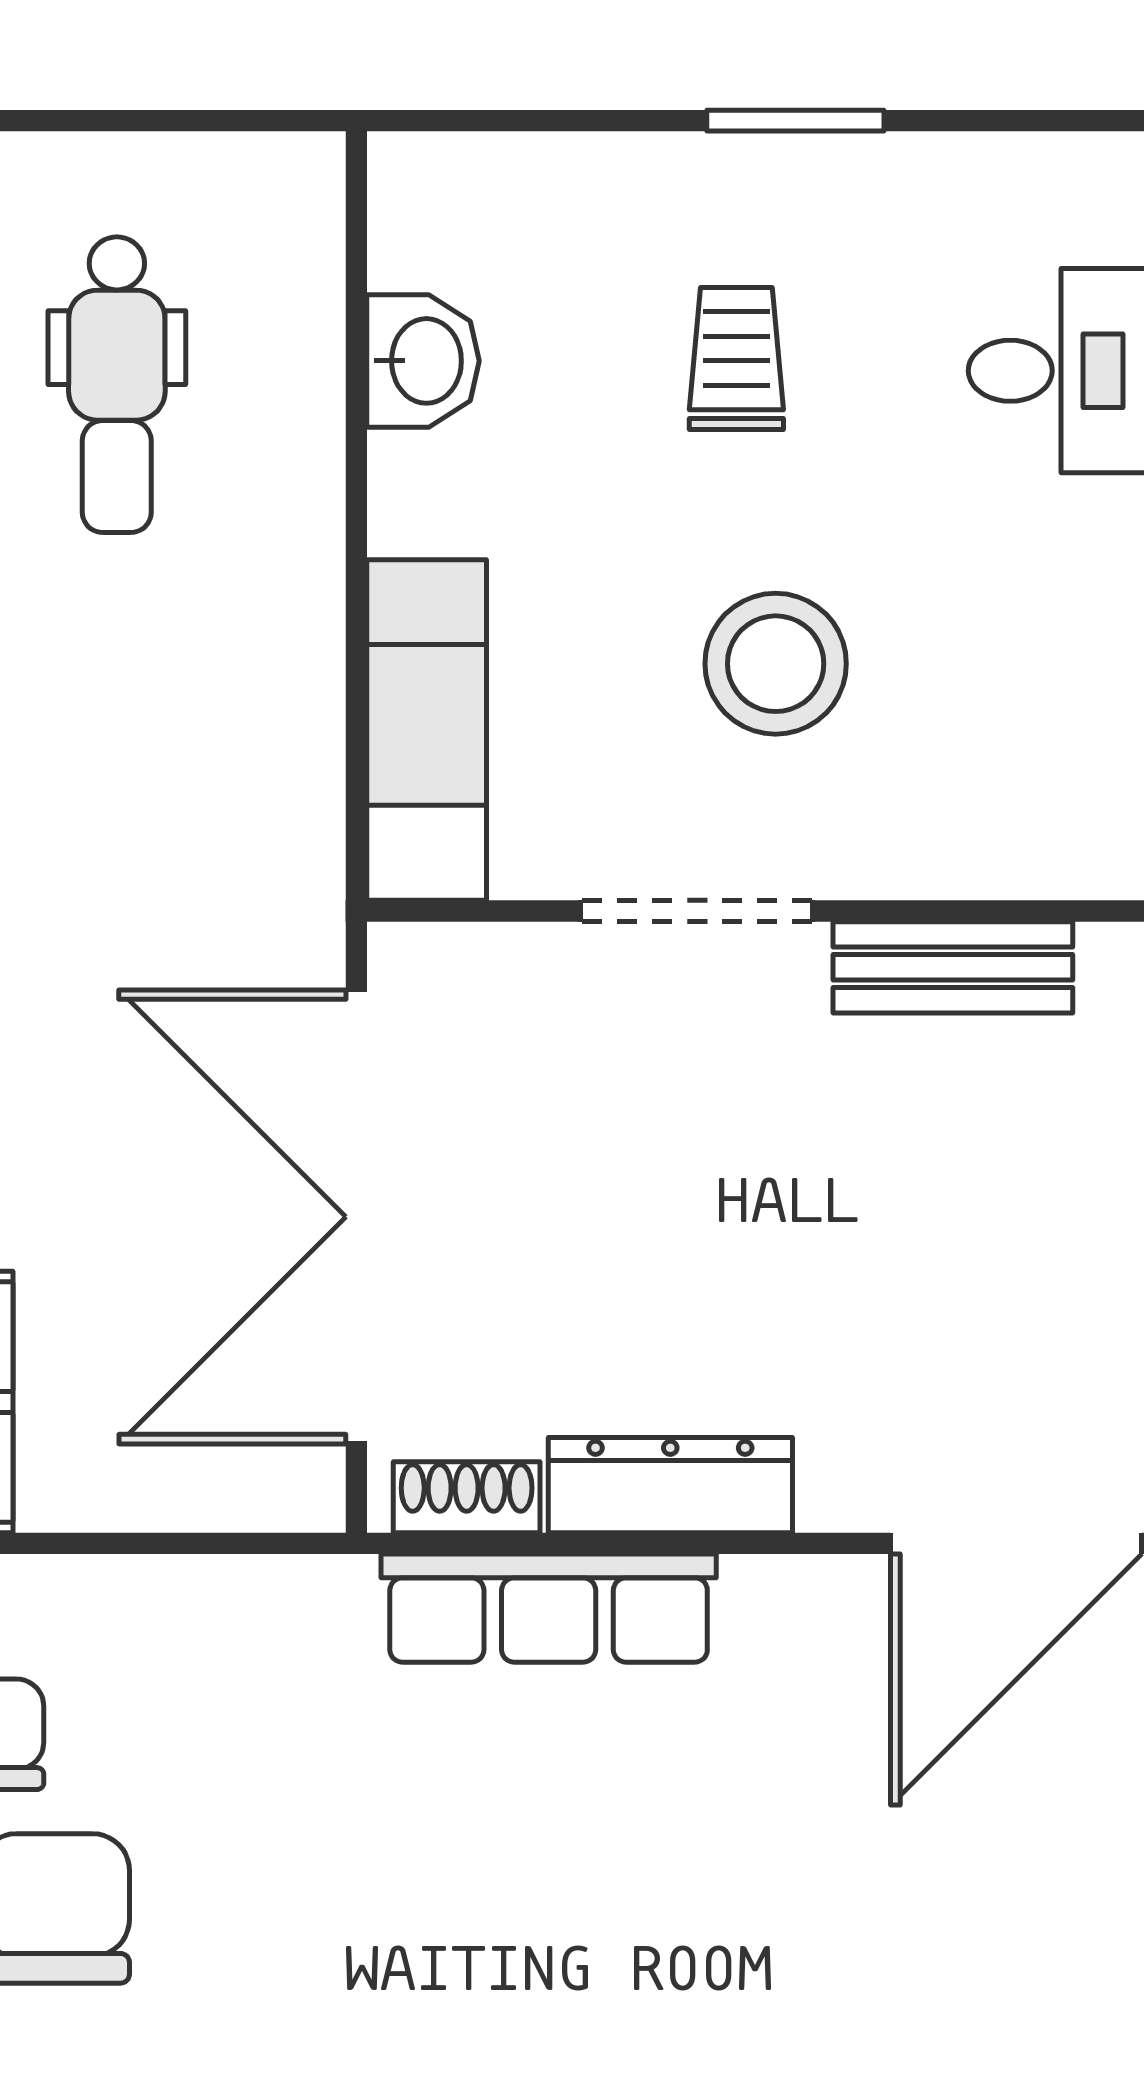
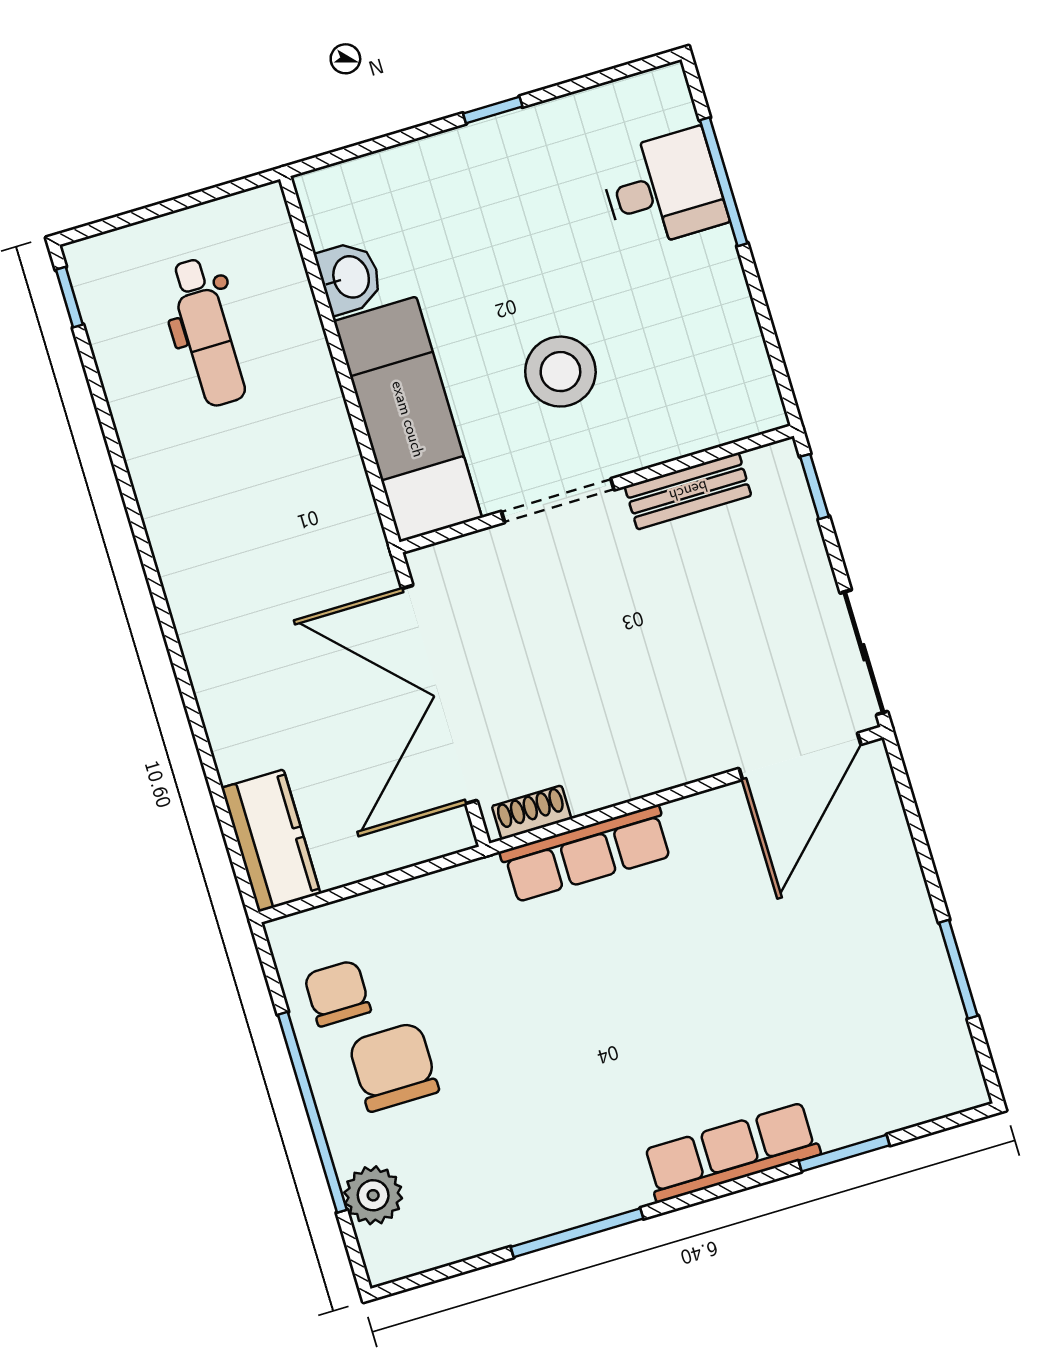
window: (795, 121) -> (493, 110), width x0.67
trolley: (736, 359) -> (498, 232), removed
exam couch: (427, 730) -> (408, 419), width x1.36, depth x1.45
dresser: (670, 1485) -> (627, 778), removed

